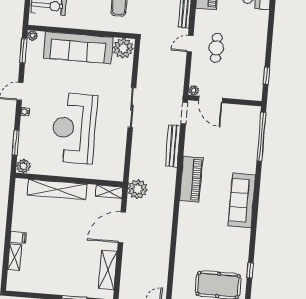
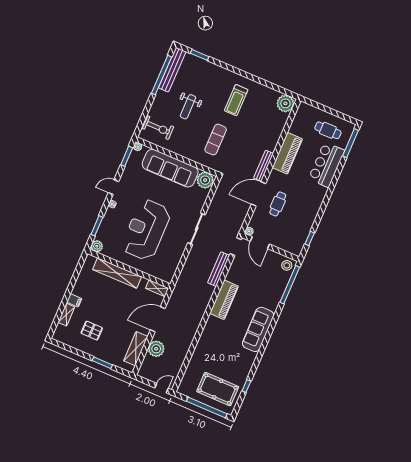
door: (190, 44) -> (258, 194), width x1.88
stool: (250, 115) -> (287, 265), added
plant: (138, 189) -> (156, 349), moved
pallet: (50, 266) -> (92, 331), added

